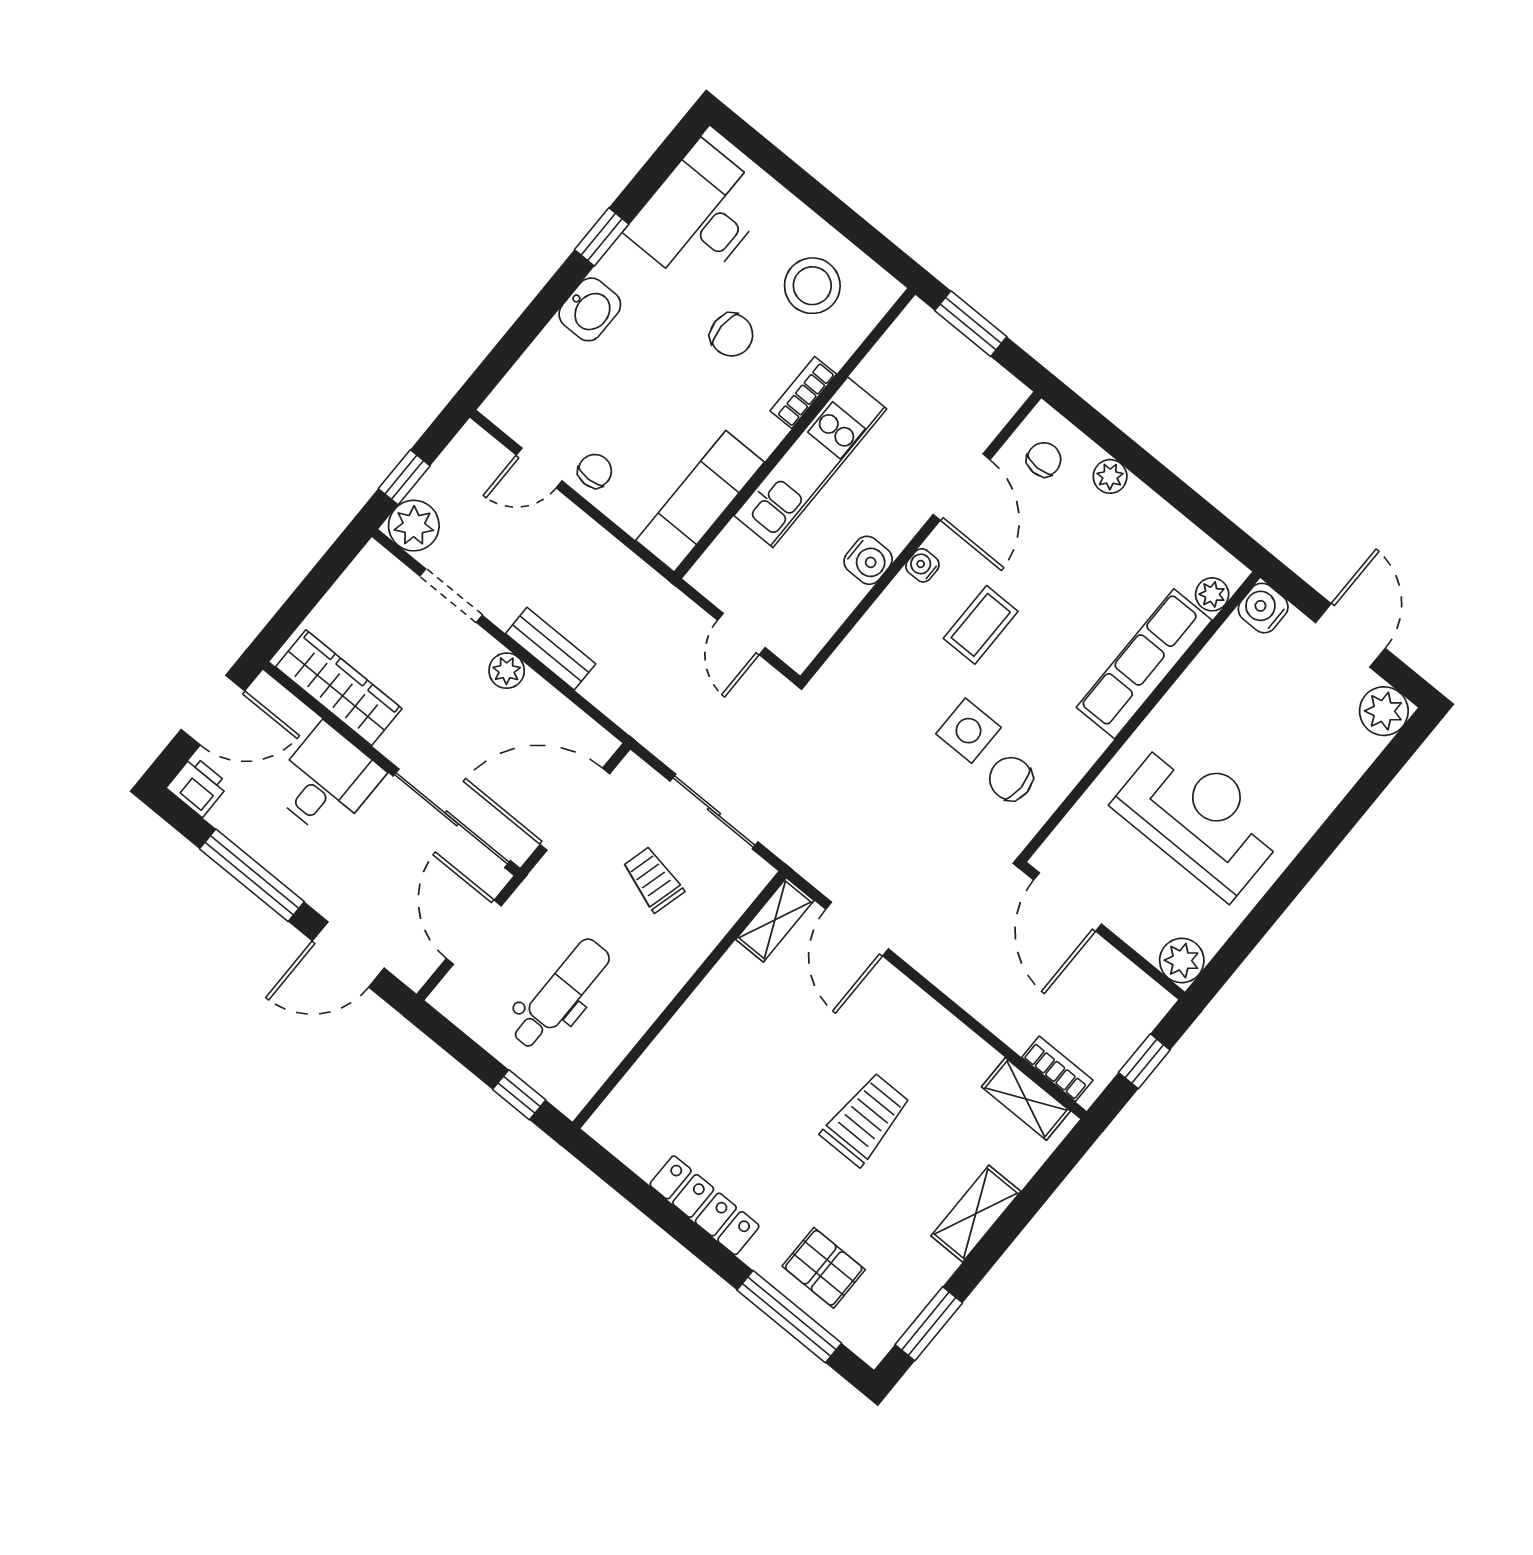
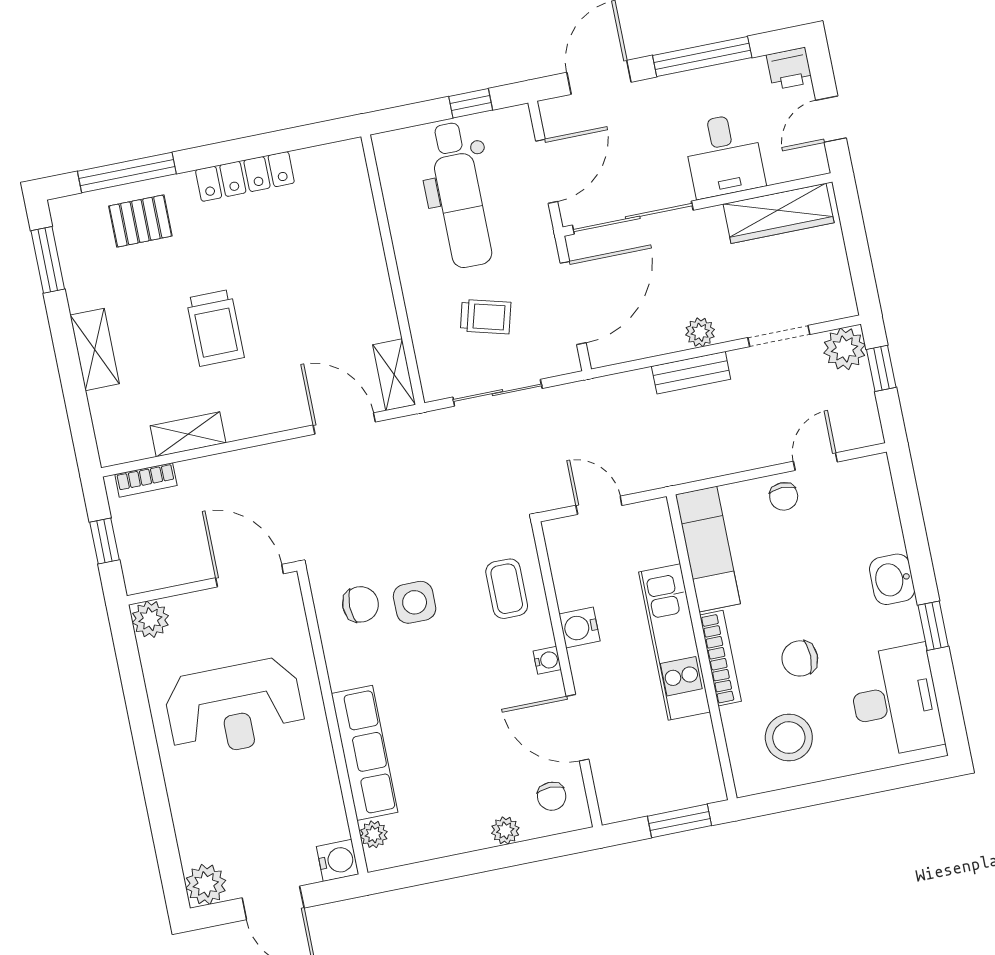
bookcase: (803, 393) -> (720, 658), width x1.56
coffee table: (981, 625) -> (507, 589), moved
door: (213, 710) -> (831, 119), width x0.73
door: (474, 932) -> (547, 171), hinge flipped
dental chair: (560, 994) -> (460, 195), width x1.36, depth x1.38
window: (519, 1095) -> (471, 103), moved
shelving: (1026, 1099) -> (188, 434), moved

